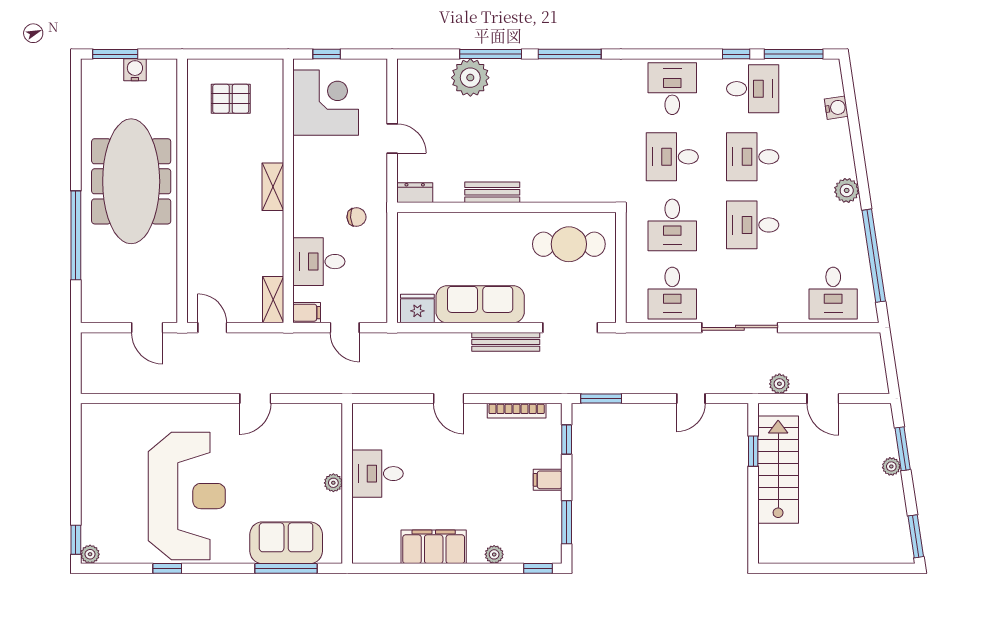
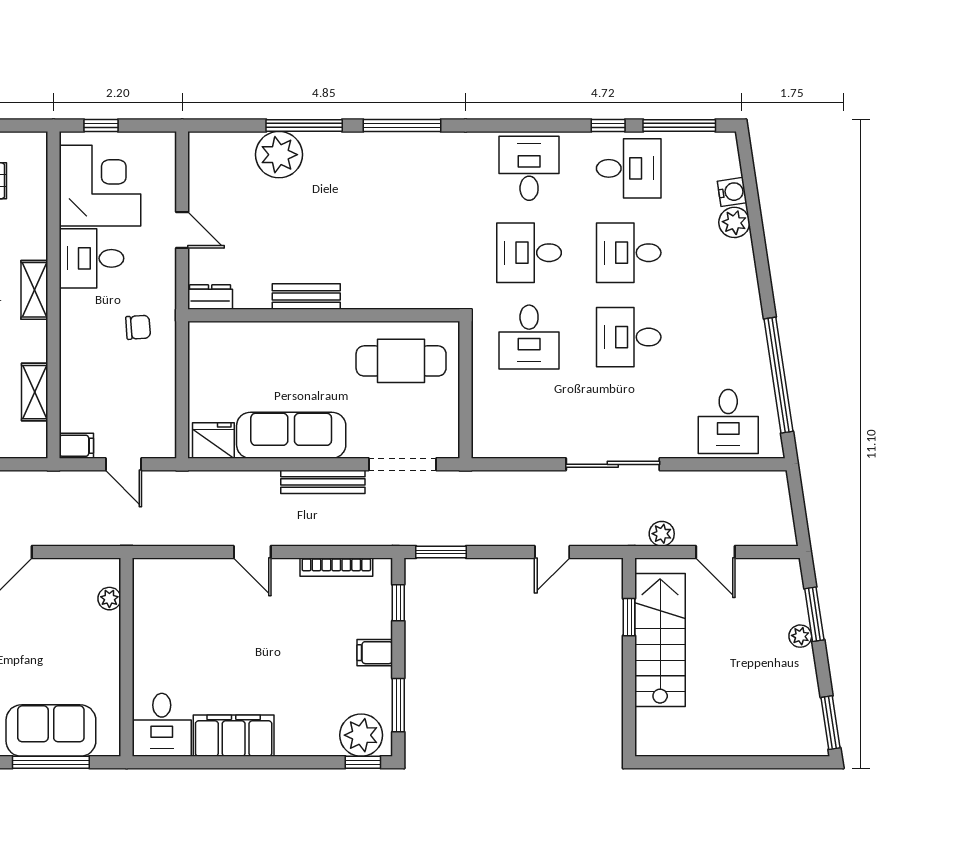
plant: (847, 190) -> (734, 222), moved
desk: (319, 262) -> (92, 258), moved
desk: (672, 293) -> (529, 421), removed
shelving: (273, 300) -> (35, 392), moved
desk: (377, 474) -> (162, 725), moved, turned -90
plant: (333, 483) -> (109, 599), moved
plant: (494, 554) -> (361, 735), moved, width x1.88, depth x1.88

